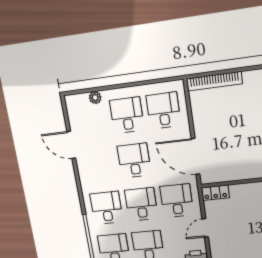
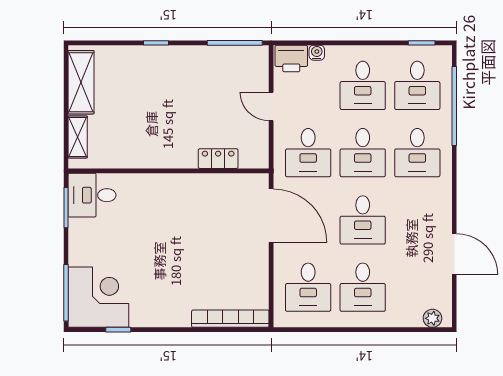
plant: (95, 98) -> (432, 318), moved
locker: (215, 193) -> (218, 159), moved
door: (205, 228) -> (271, 106), swing flipped

